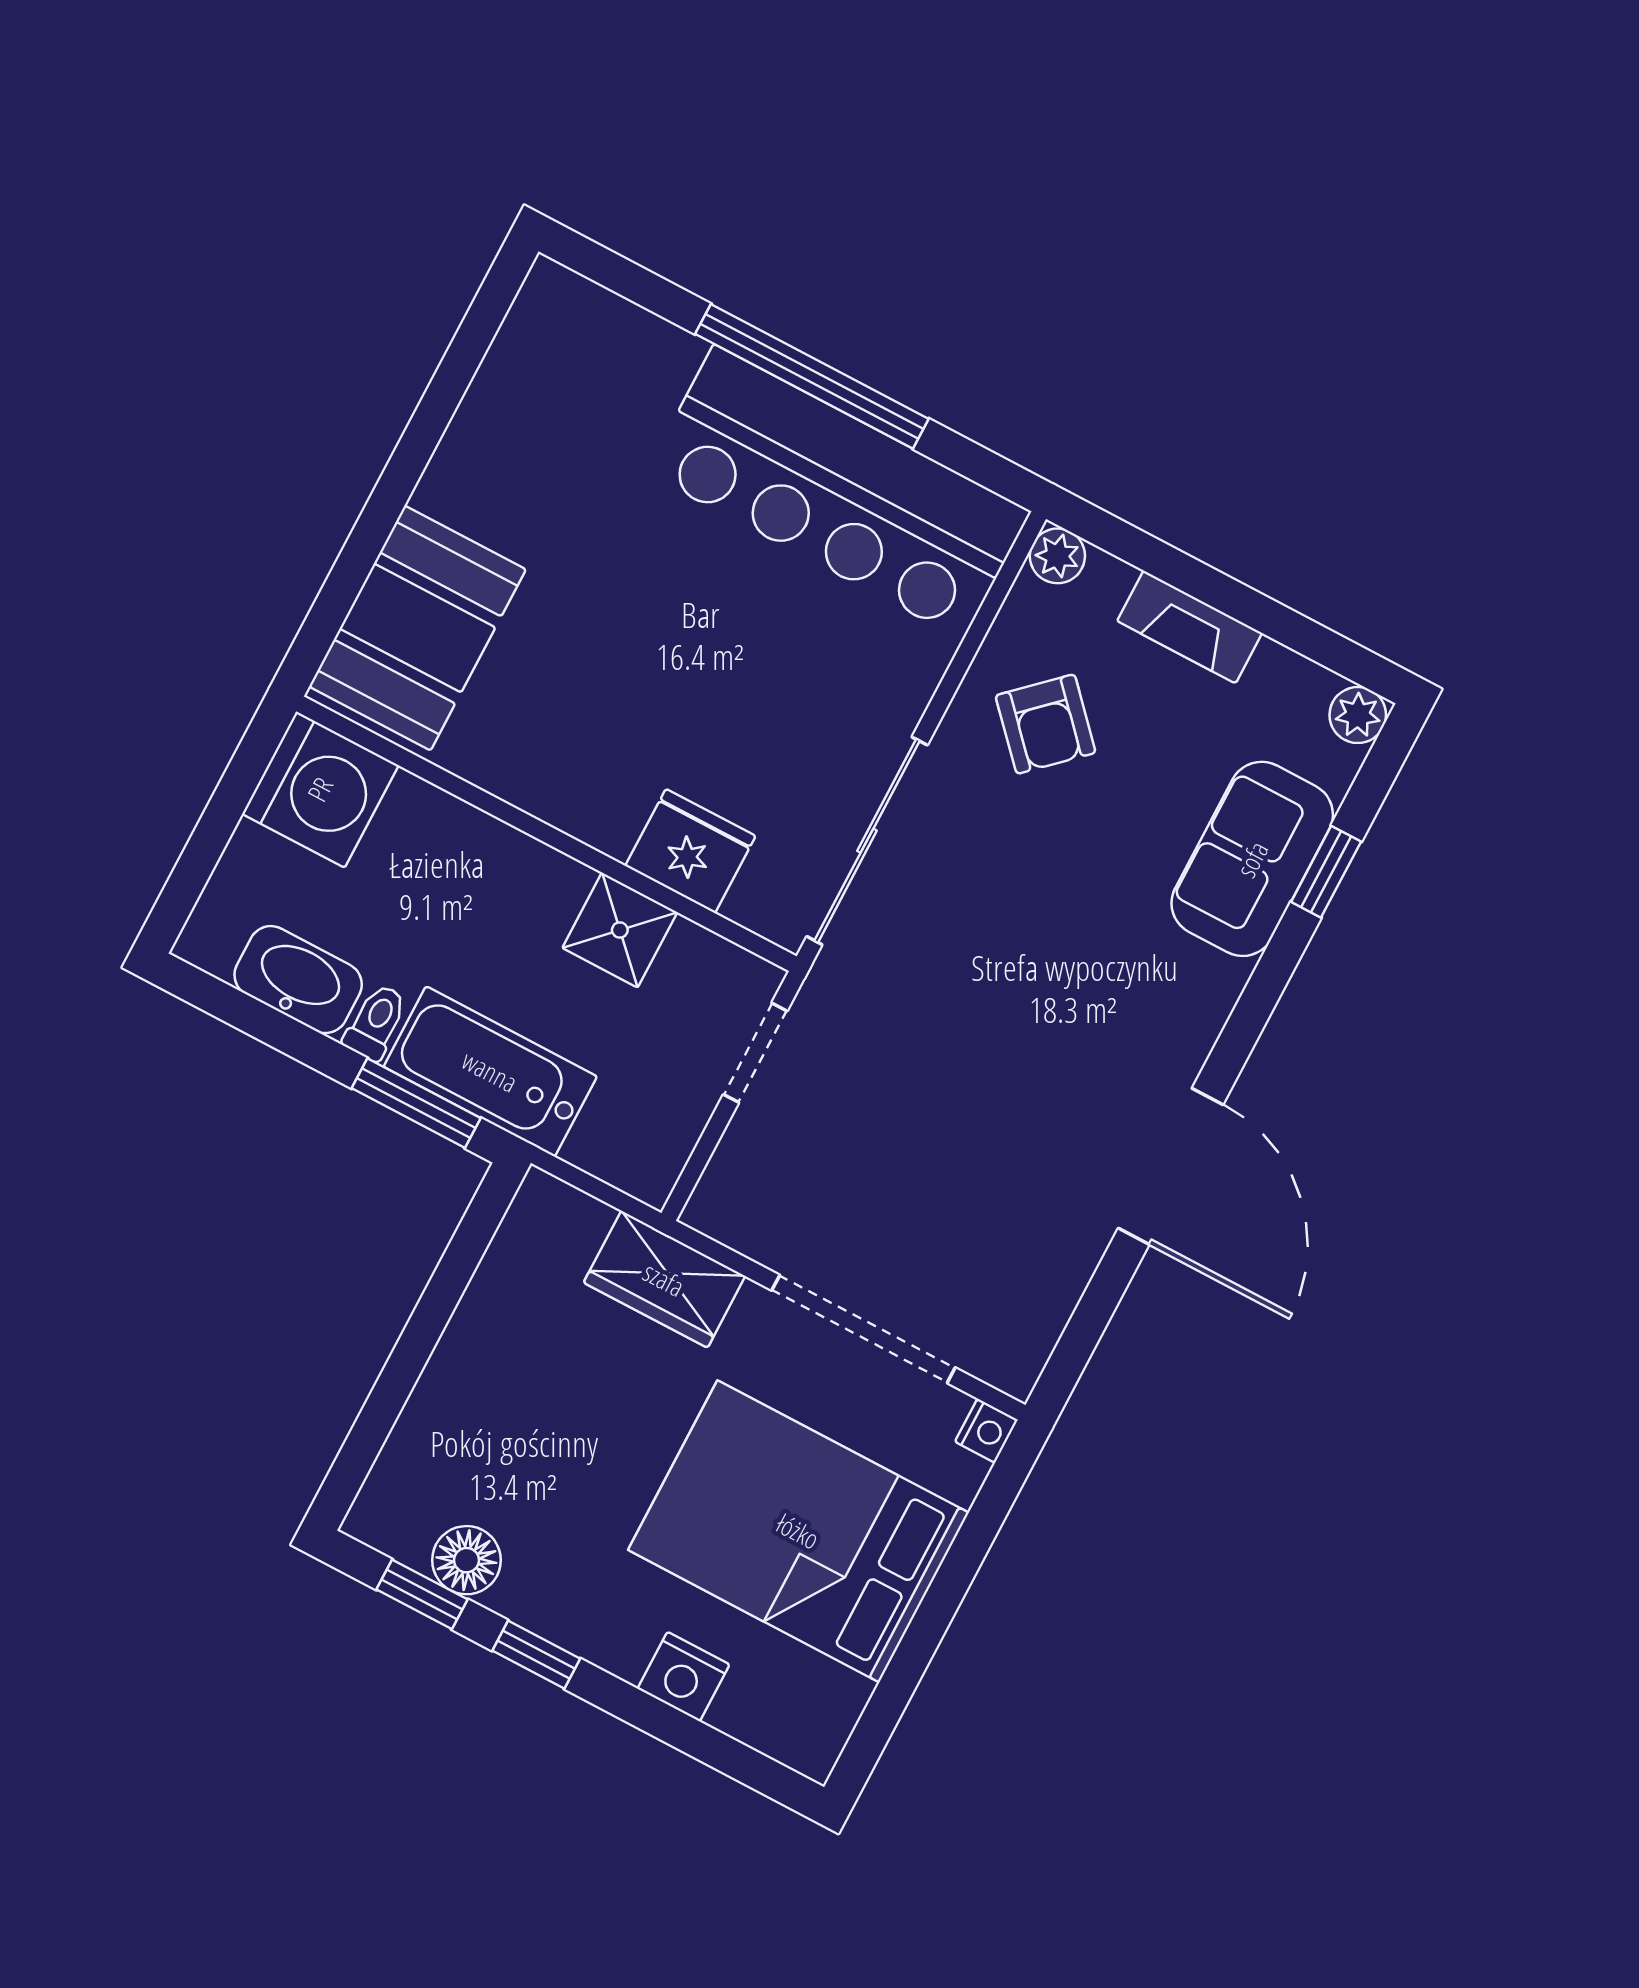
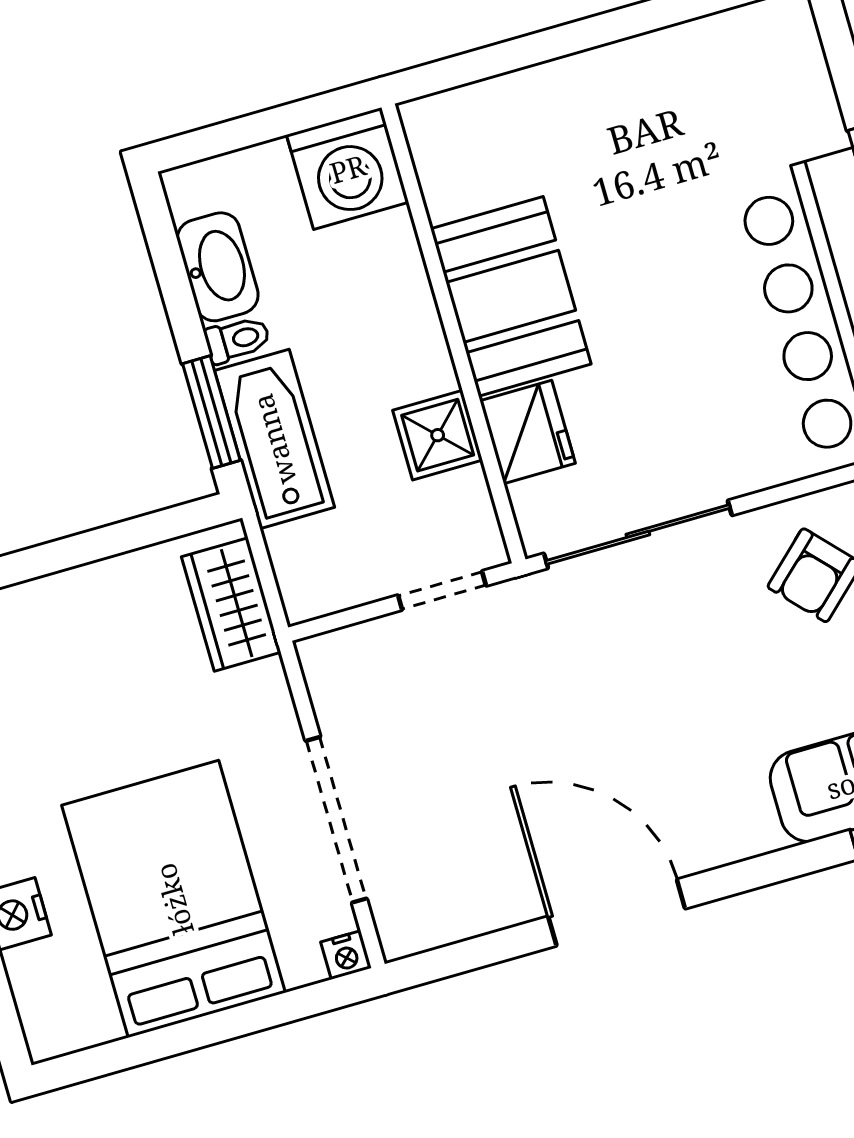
booth: (418, 628) -> (511, 296), moved, turned 90
door: (1171, 1166) -> (617, 913), swing flipped
wardrobe: (664, 1279) -> (231, 605), moved

